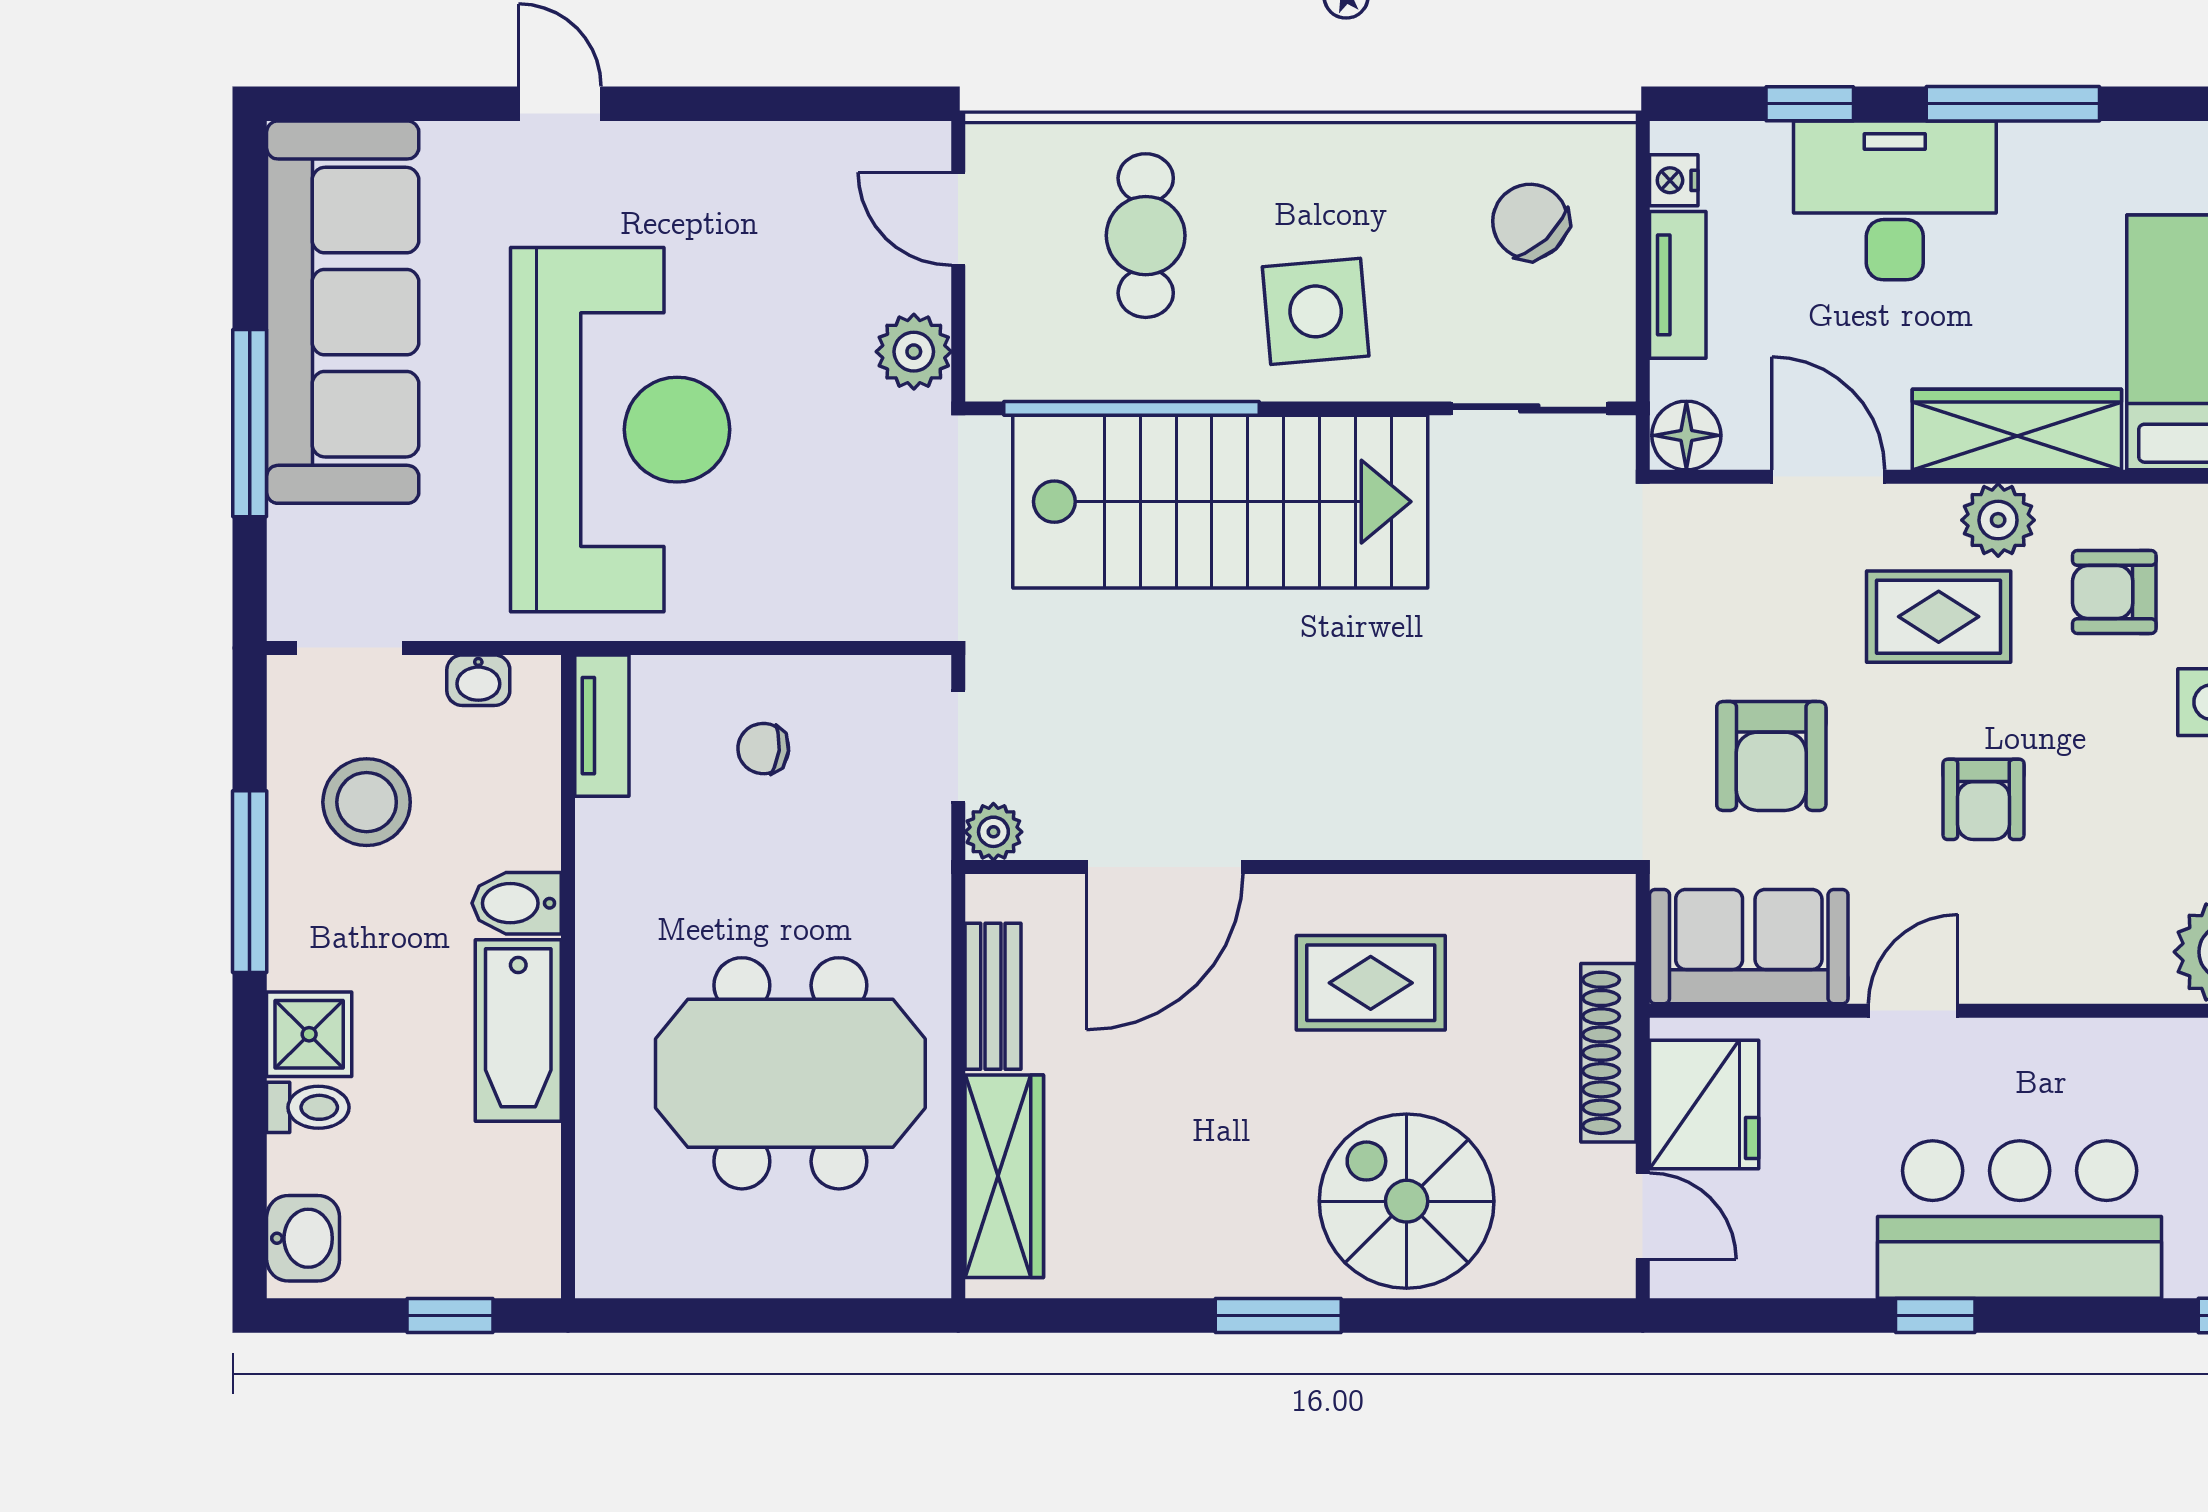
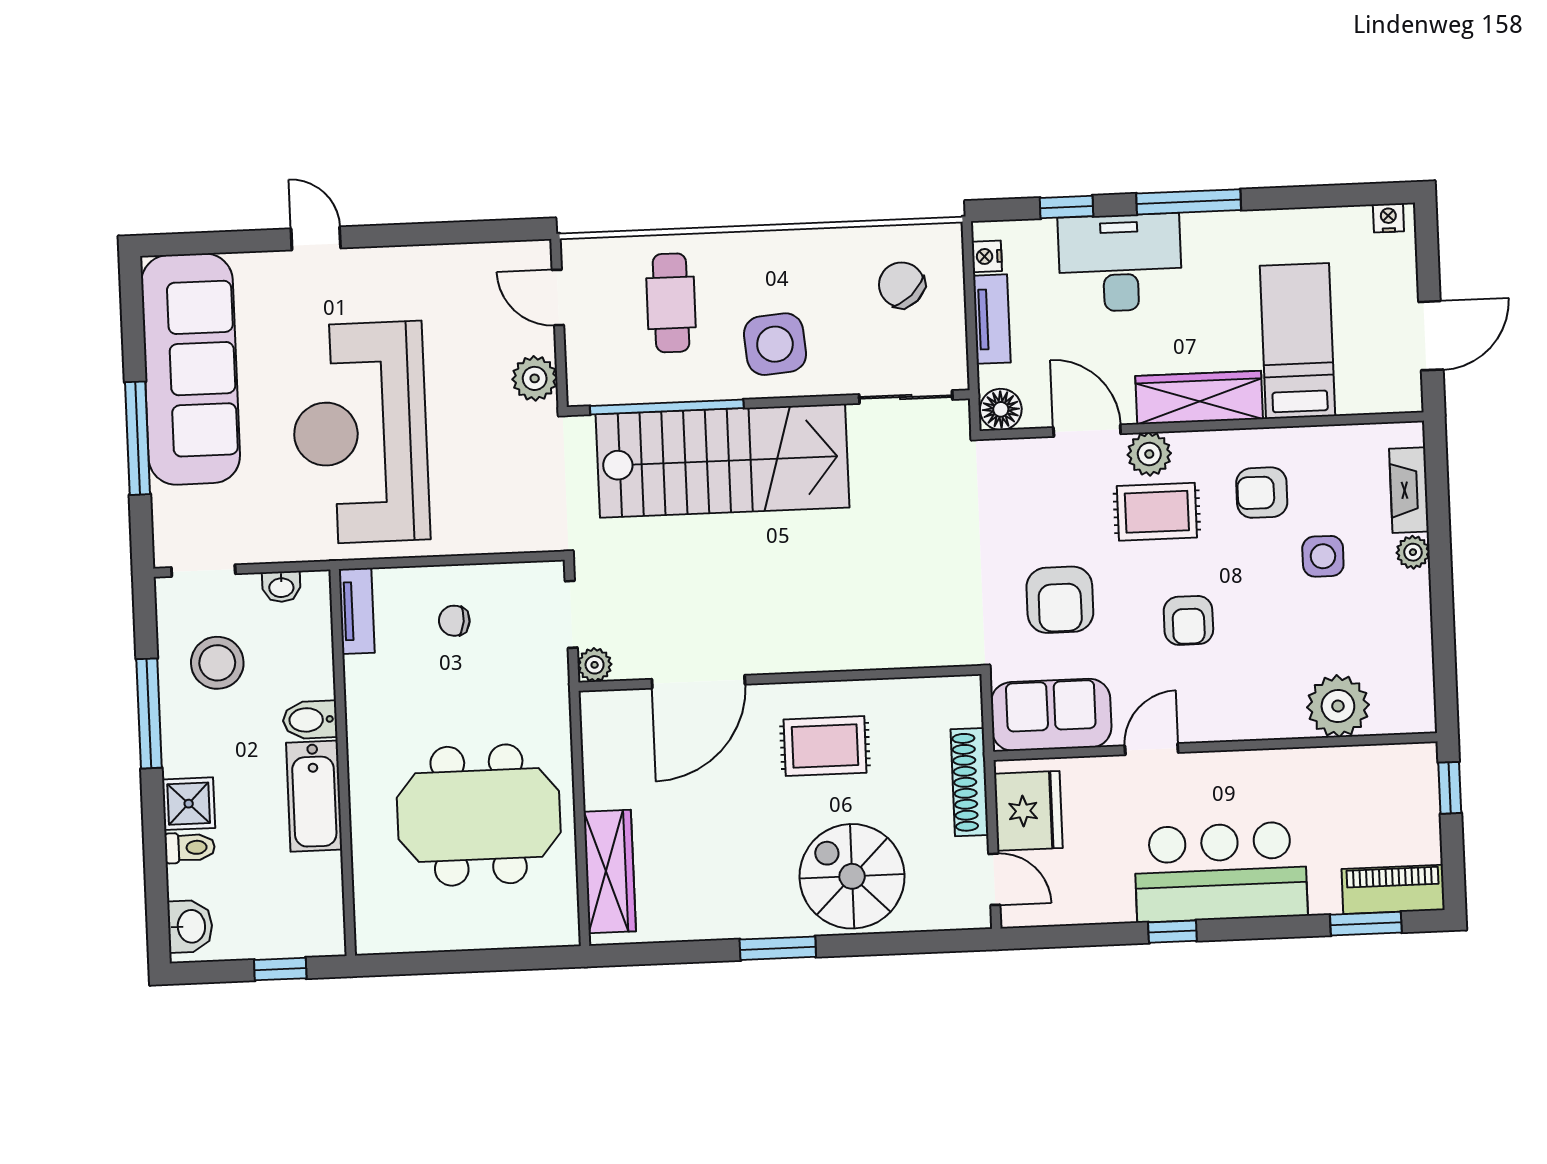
reception desk: (620, 430) -> (360, 433), turned 180
plant: (1998, 520) -> (1149, 454), moved
bench: (993, 996) -> (598, 764), removed

